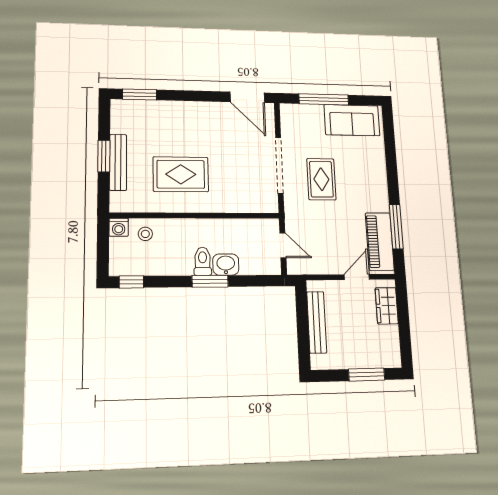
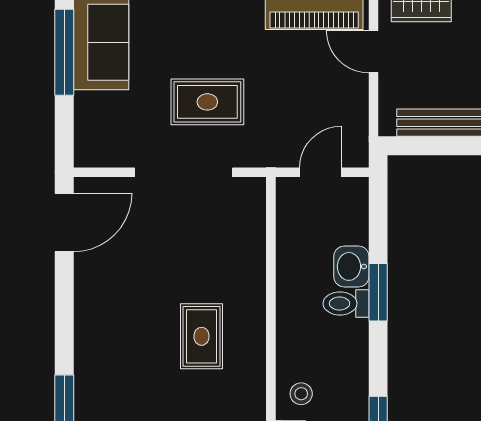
window: (324, 99) -> (64, 52), moved
rug: (181, 174) -> (202, 336), width x0.73, depth x0.70

